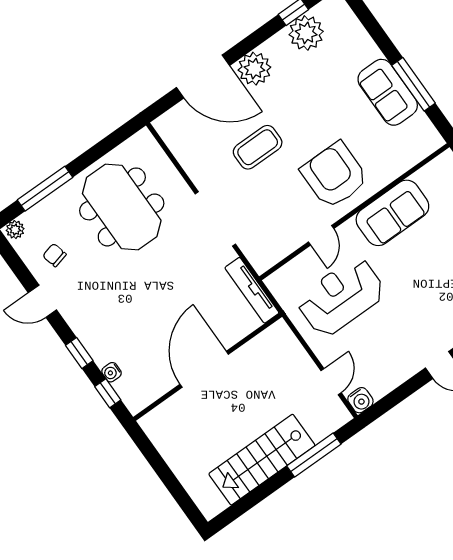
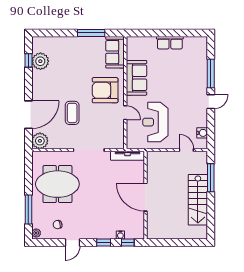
plant: (254, 69) -> (40, 141), moved
sofa: (388, 92) -> (115, 52), moved, turned 90
water cooler: (360, 400) -> (202, 133), moved

